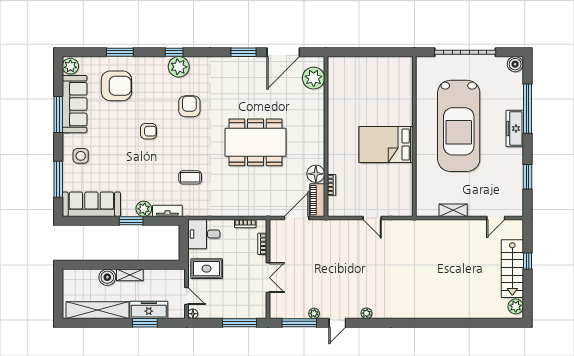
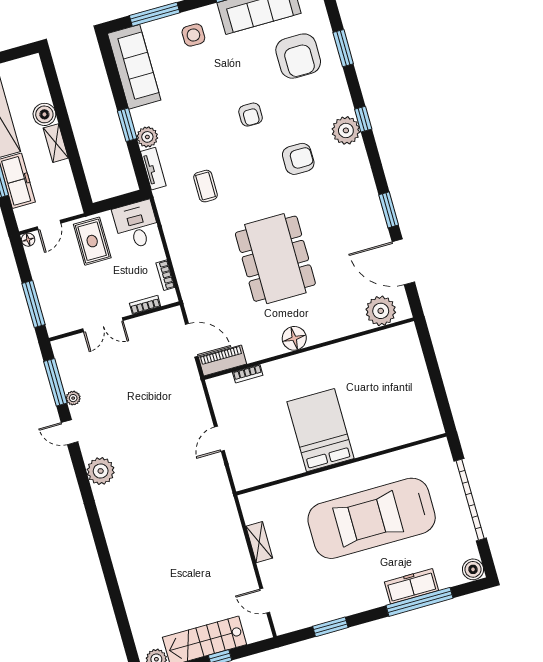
freezer: (515, 128) -> (412, 586), moved
floor lamp: (316, 174) -> (294, 338), moved
plant: (366, 313) -> (101, 471), width x1.88, depth x1.88

